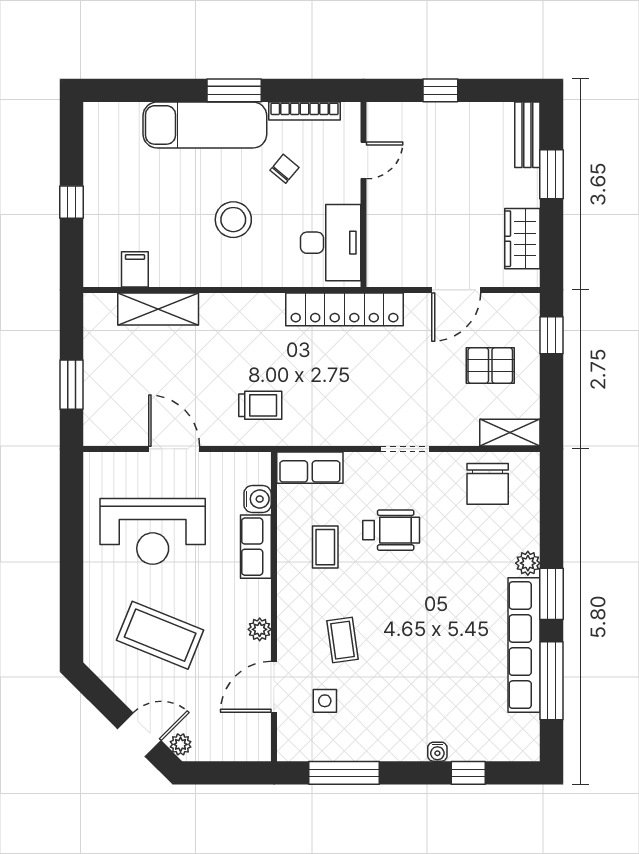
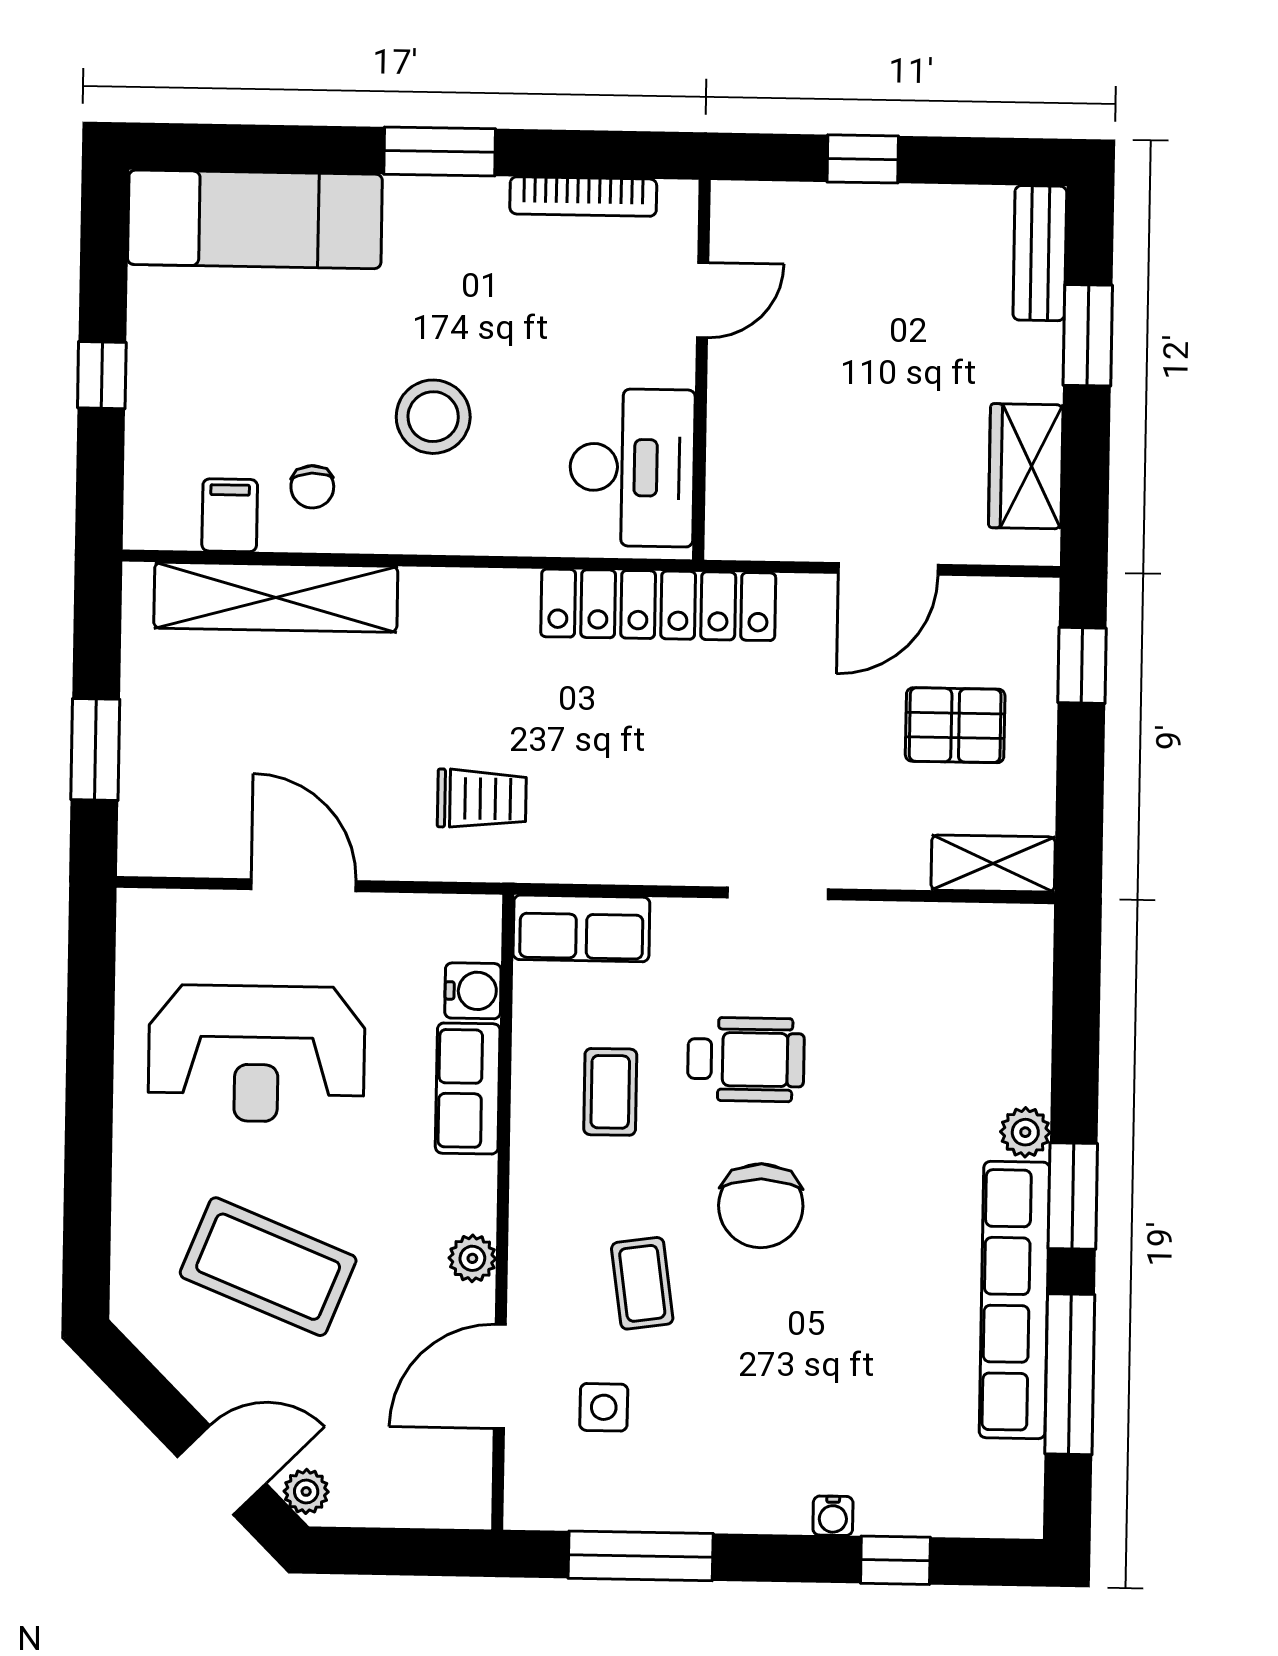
exam couch: (205, 125) -> (255, 219), moved
chair: (285, 169) -> (312, 487), moved, turned 137
shelving: (158, 309) -> (276, 597), width x1.47
chair: (488, 484) -> (761, 1206), moved

